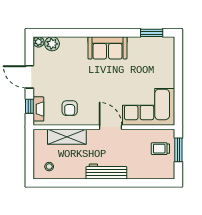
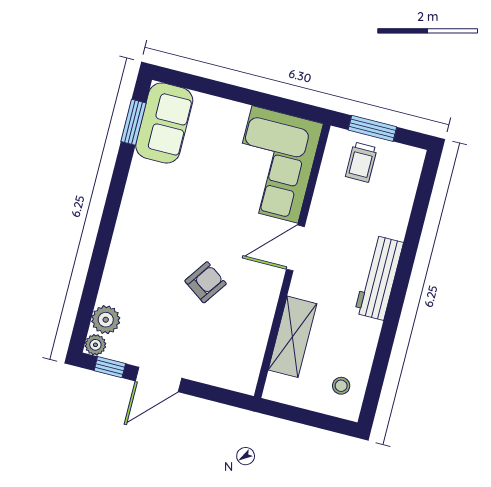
sofa: (107, 48) -> (164, 123), moved
window: (29, 106) -> (110, 367), moved
armchair: (70, 108) -> (206, 282), moved, turned -55
fireplace: (38, 109) -> (225, 378), removed

